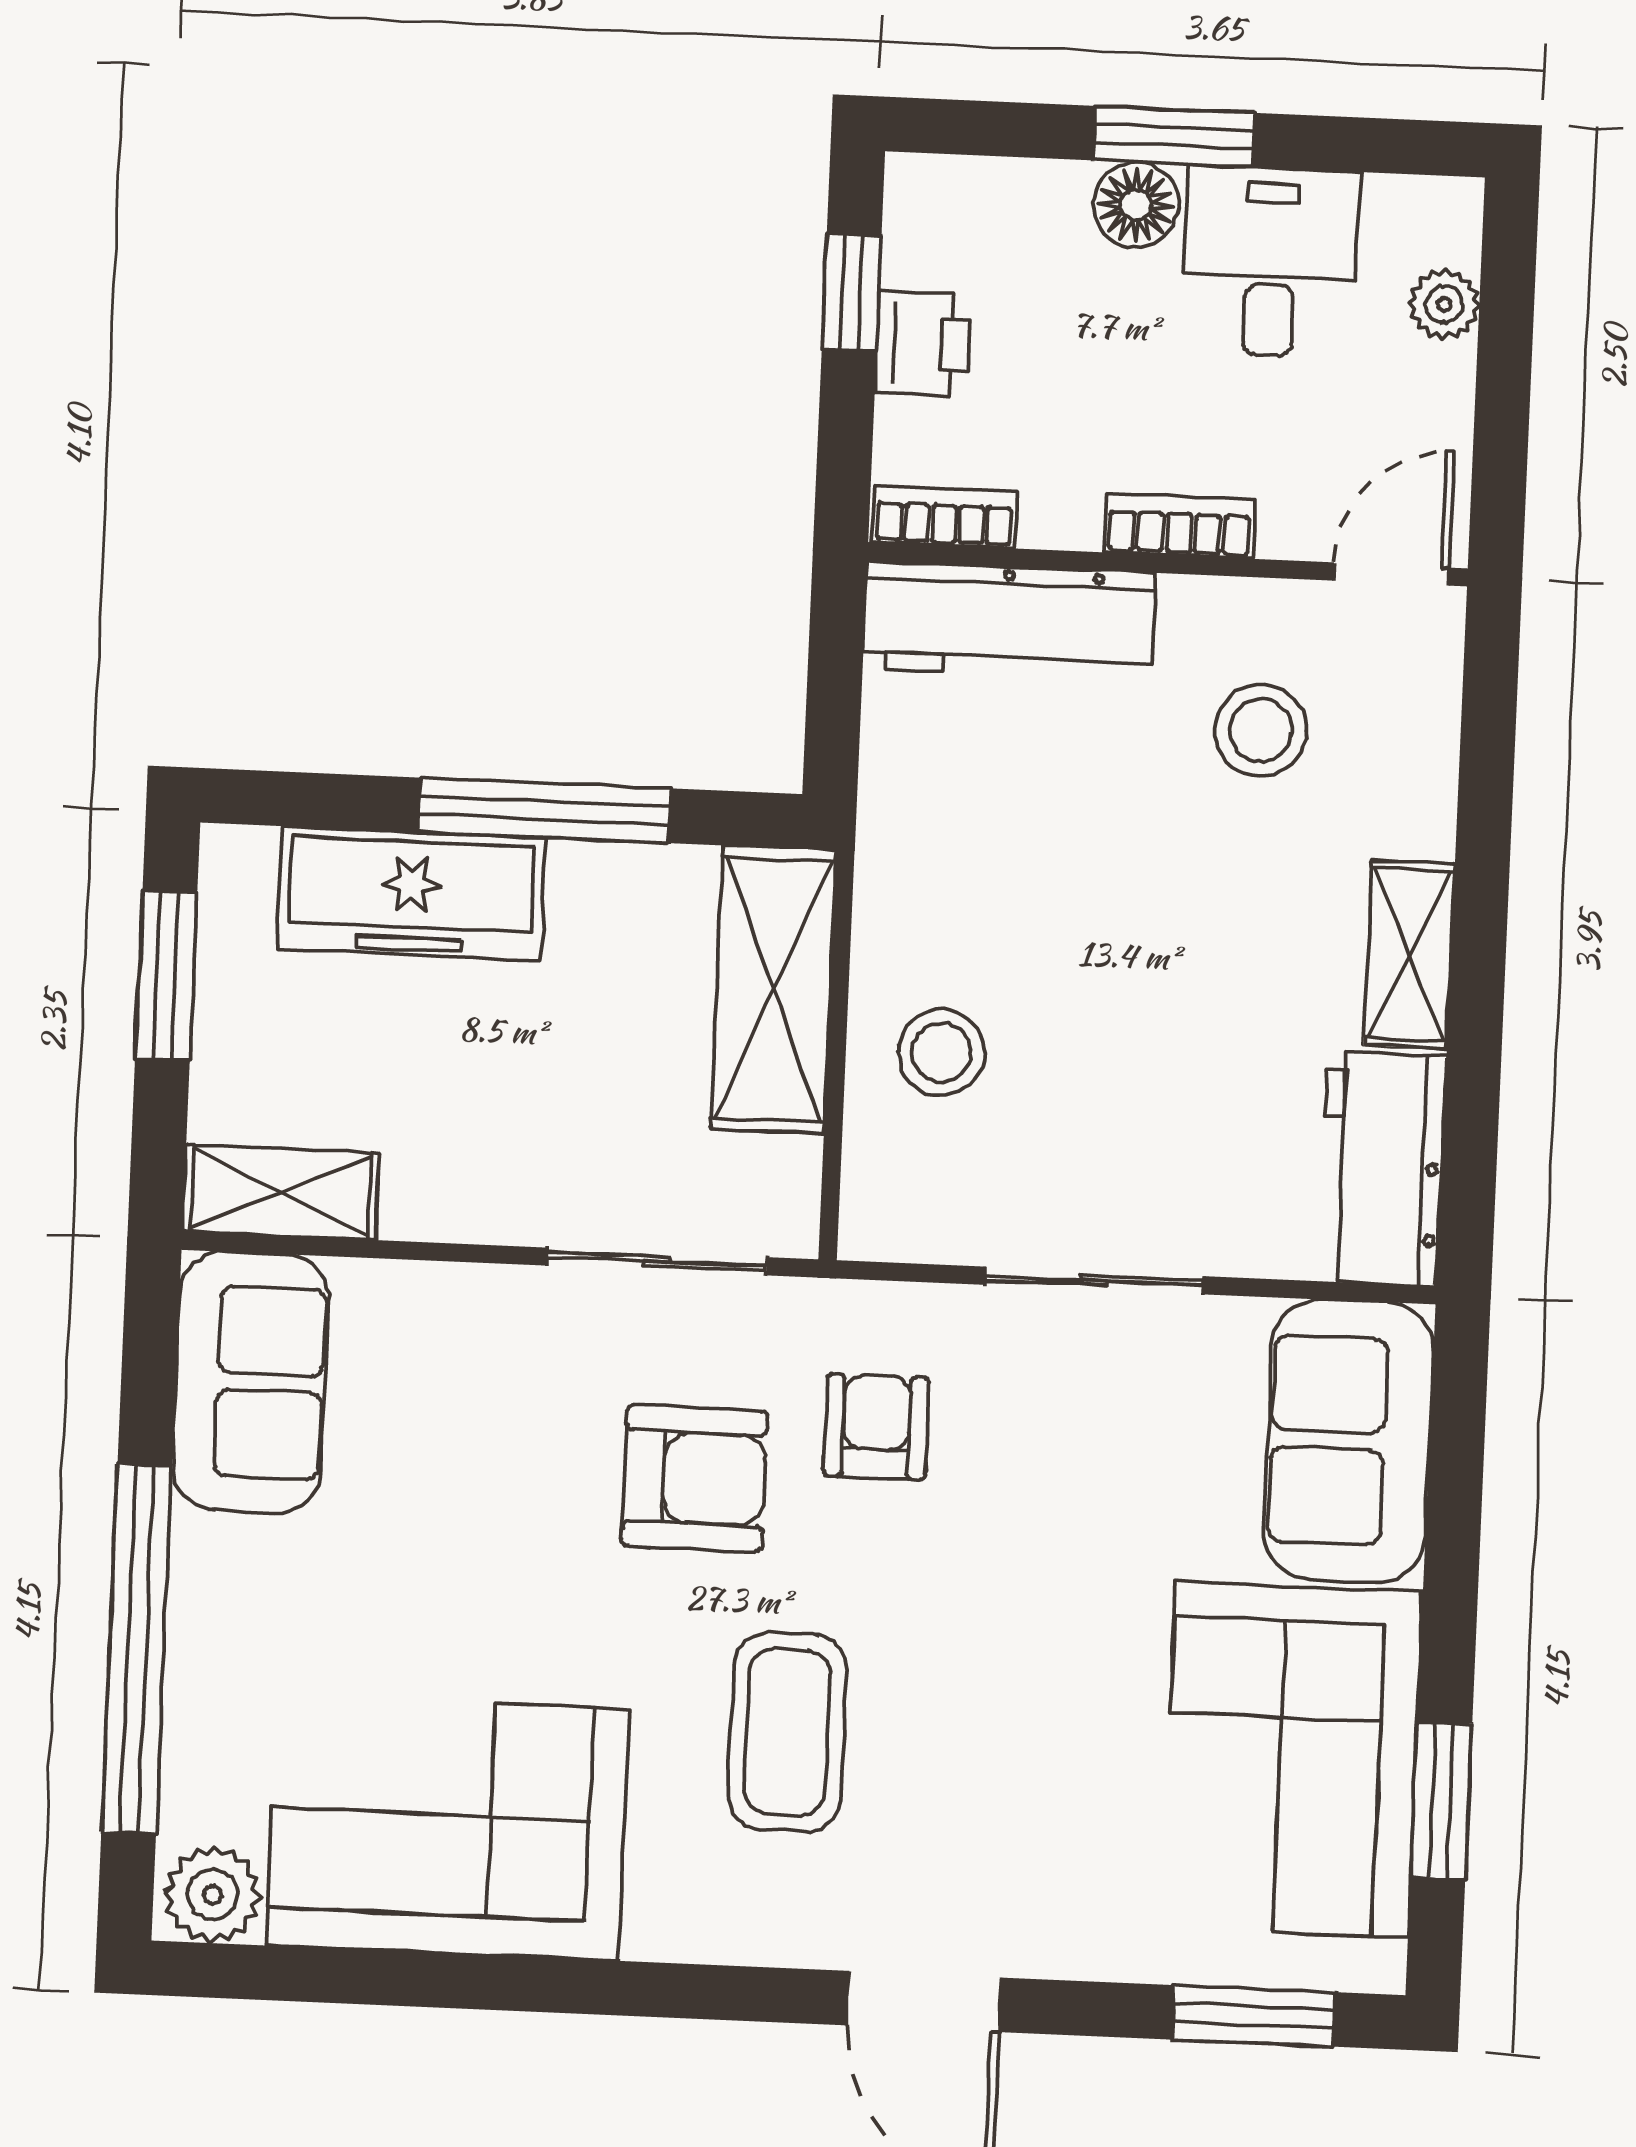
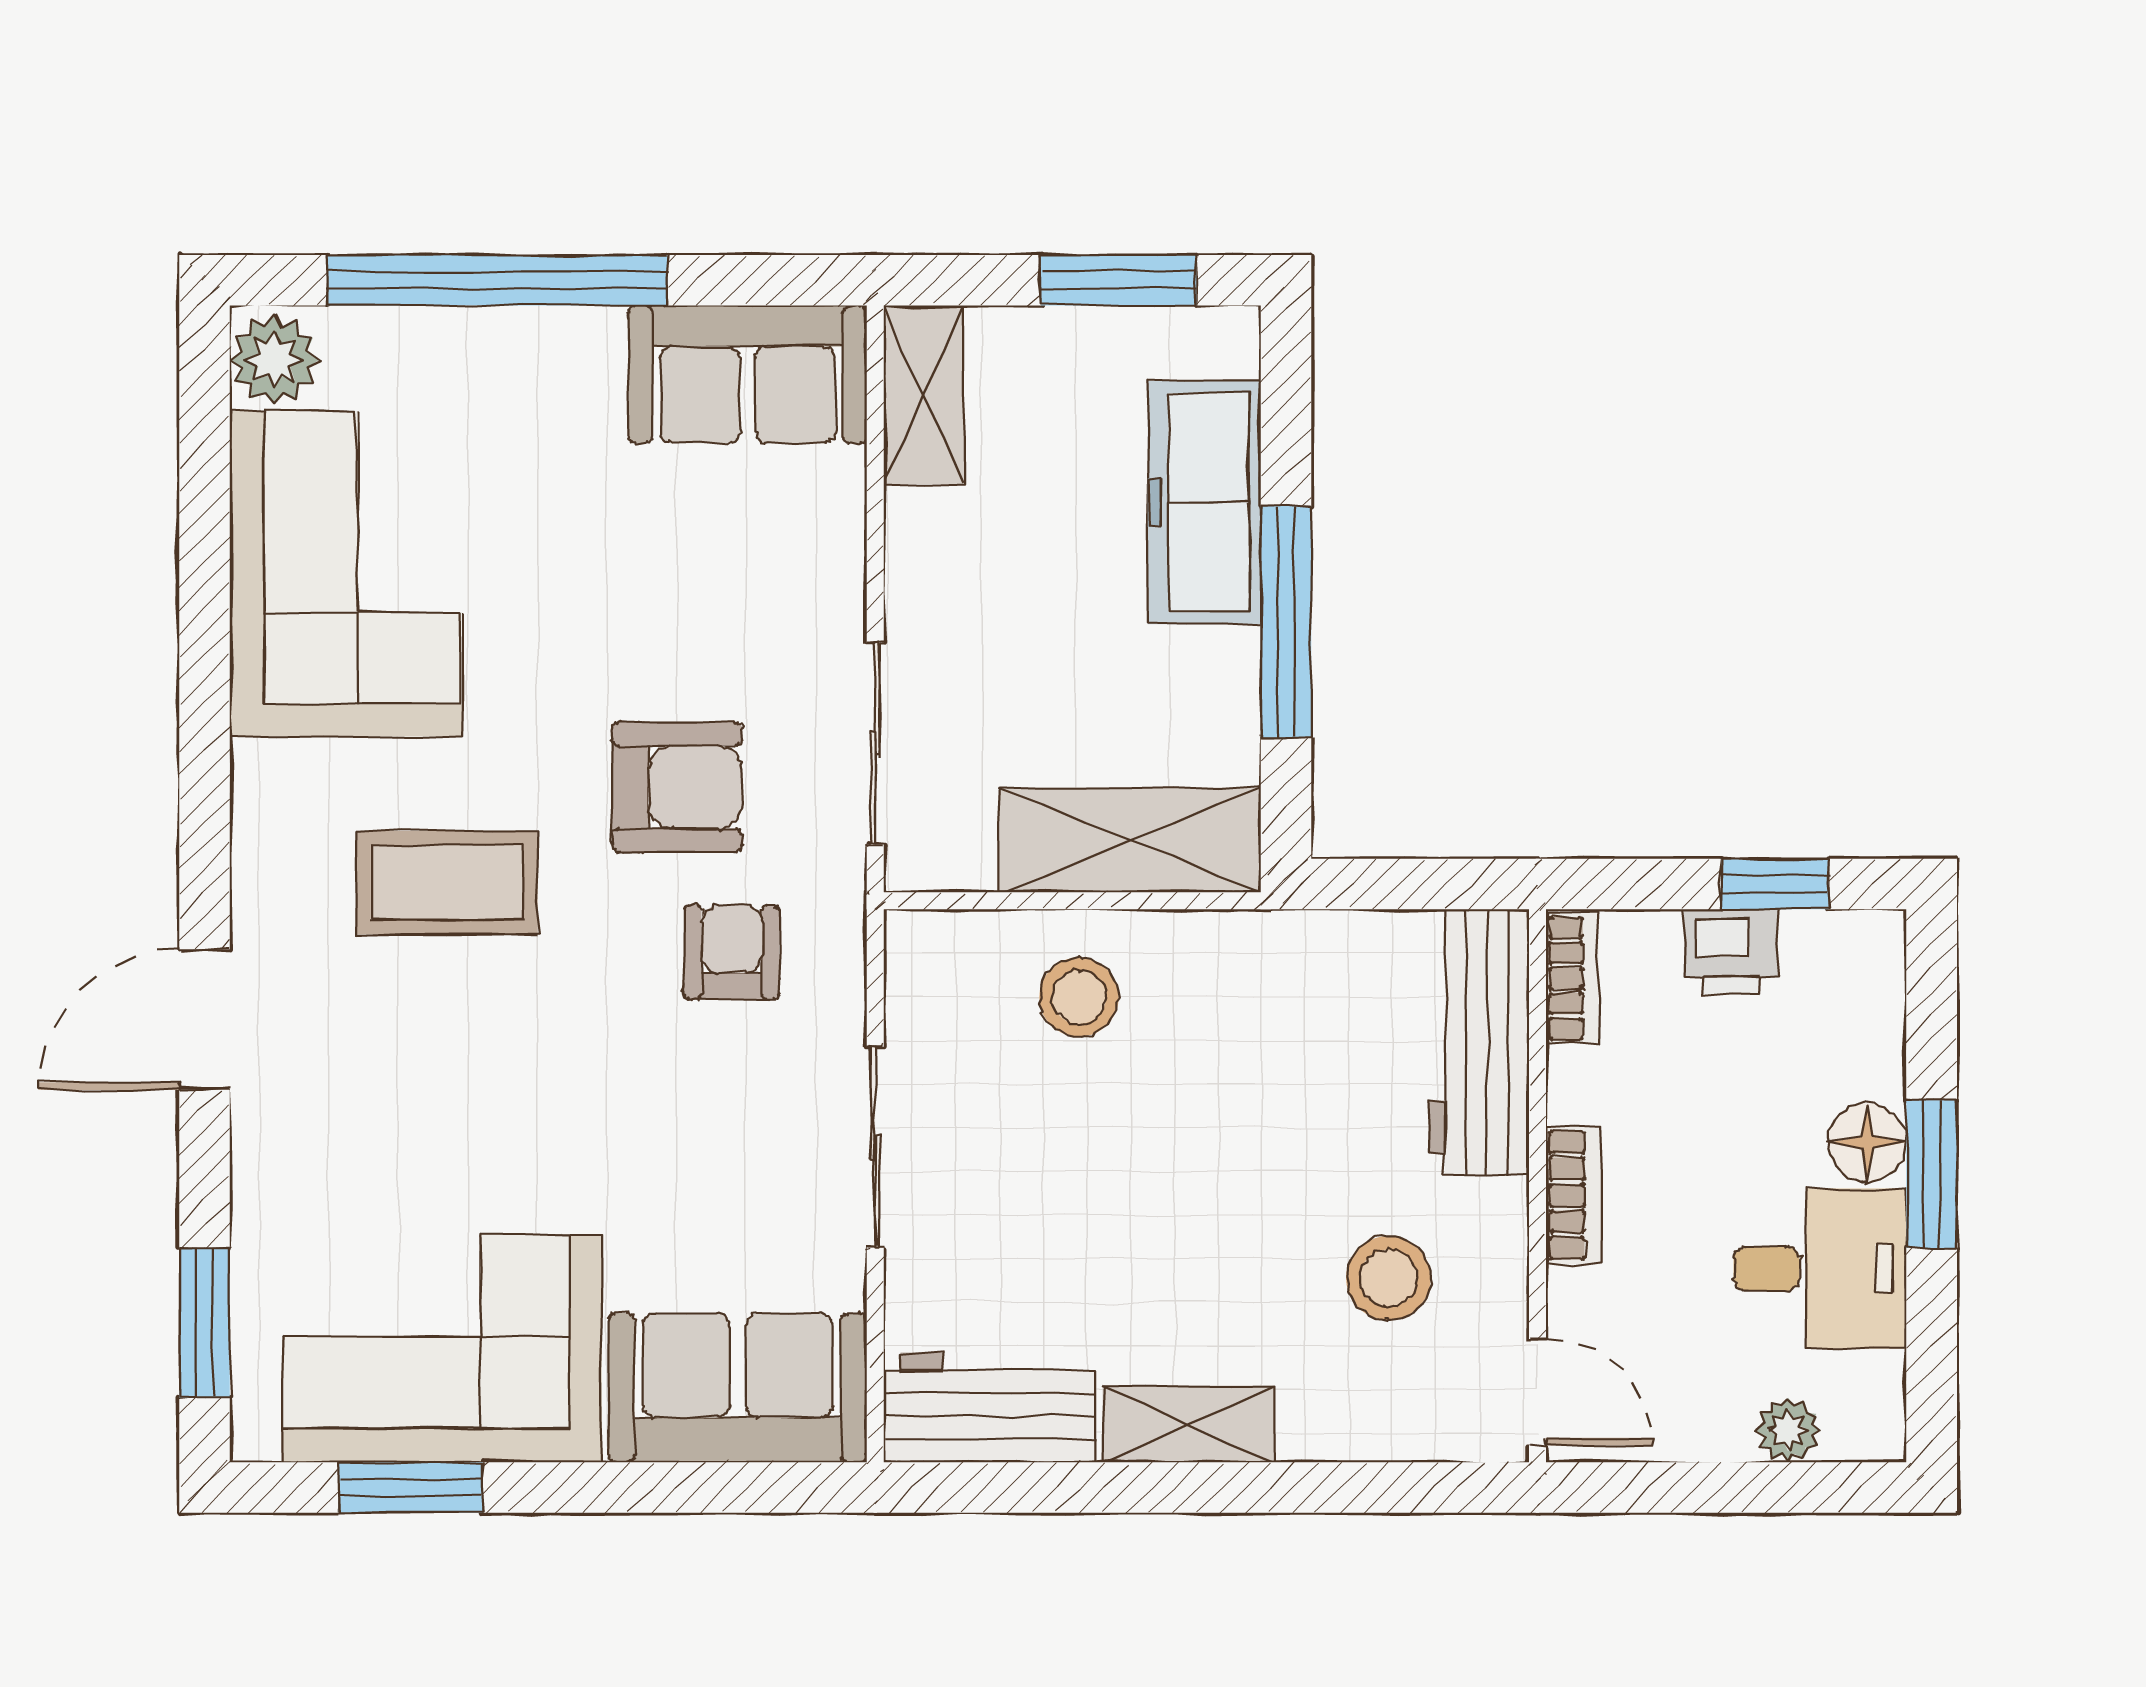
armchair: (876, 1427) -> (732, 952), turned -90
armchair: (695, 1478) -> (677, 787), turned -90

